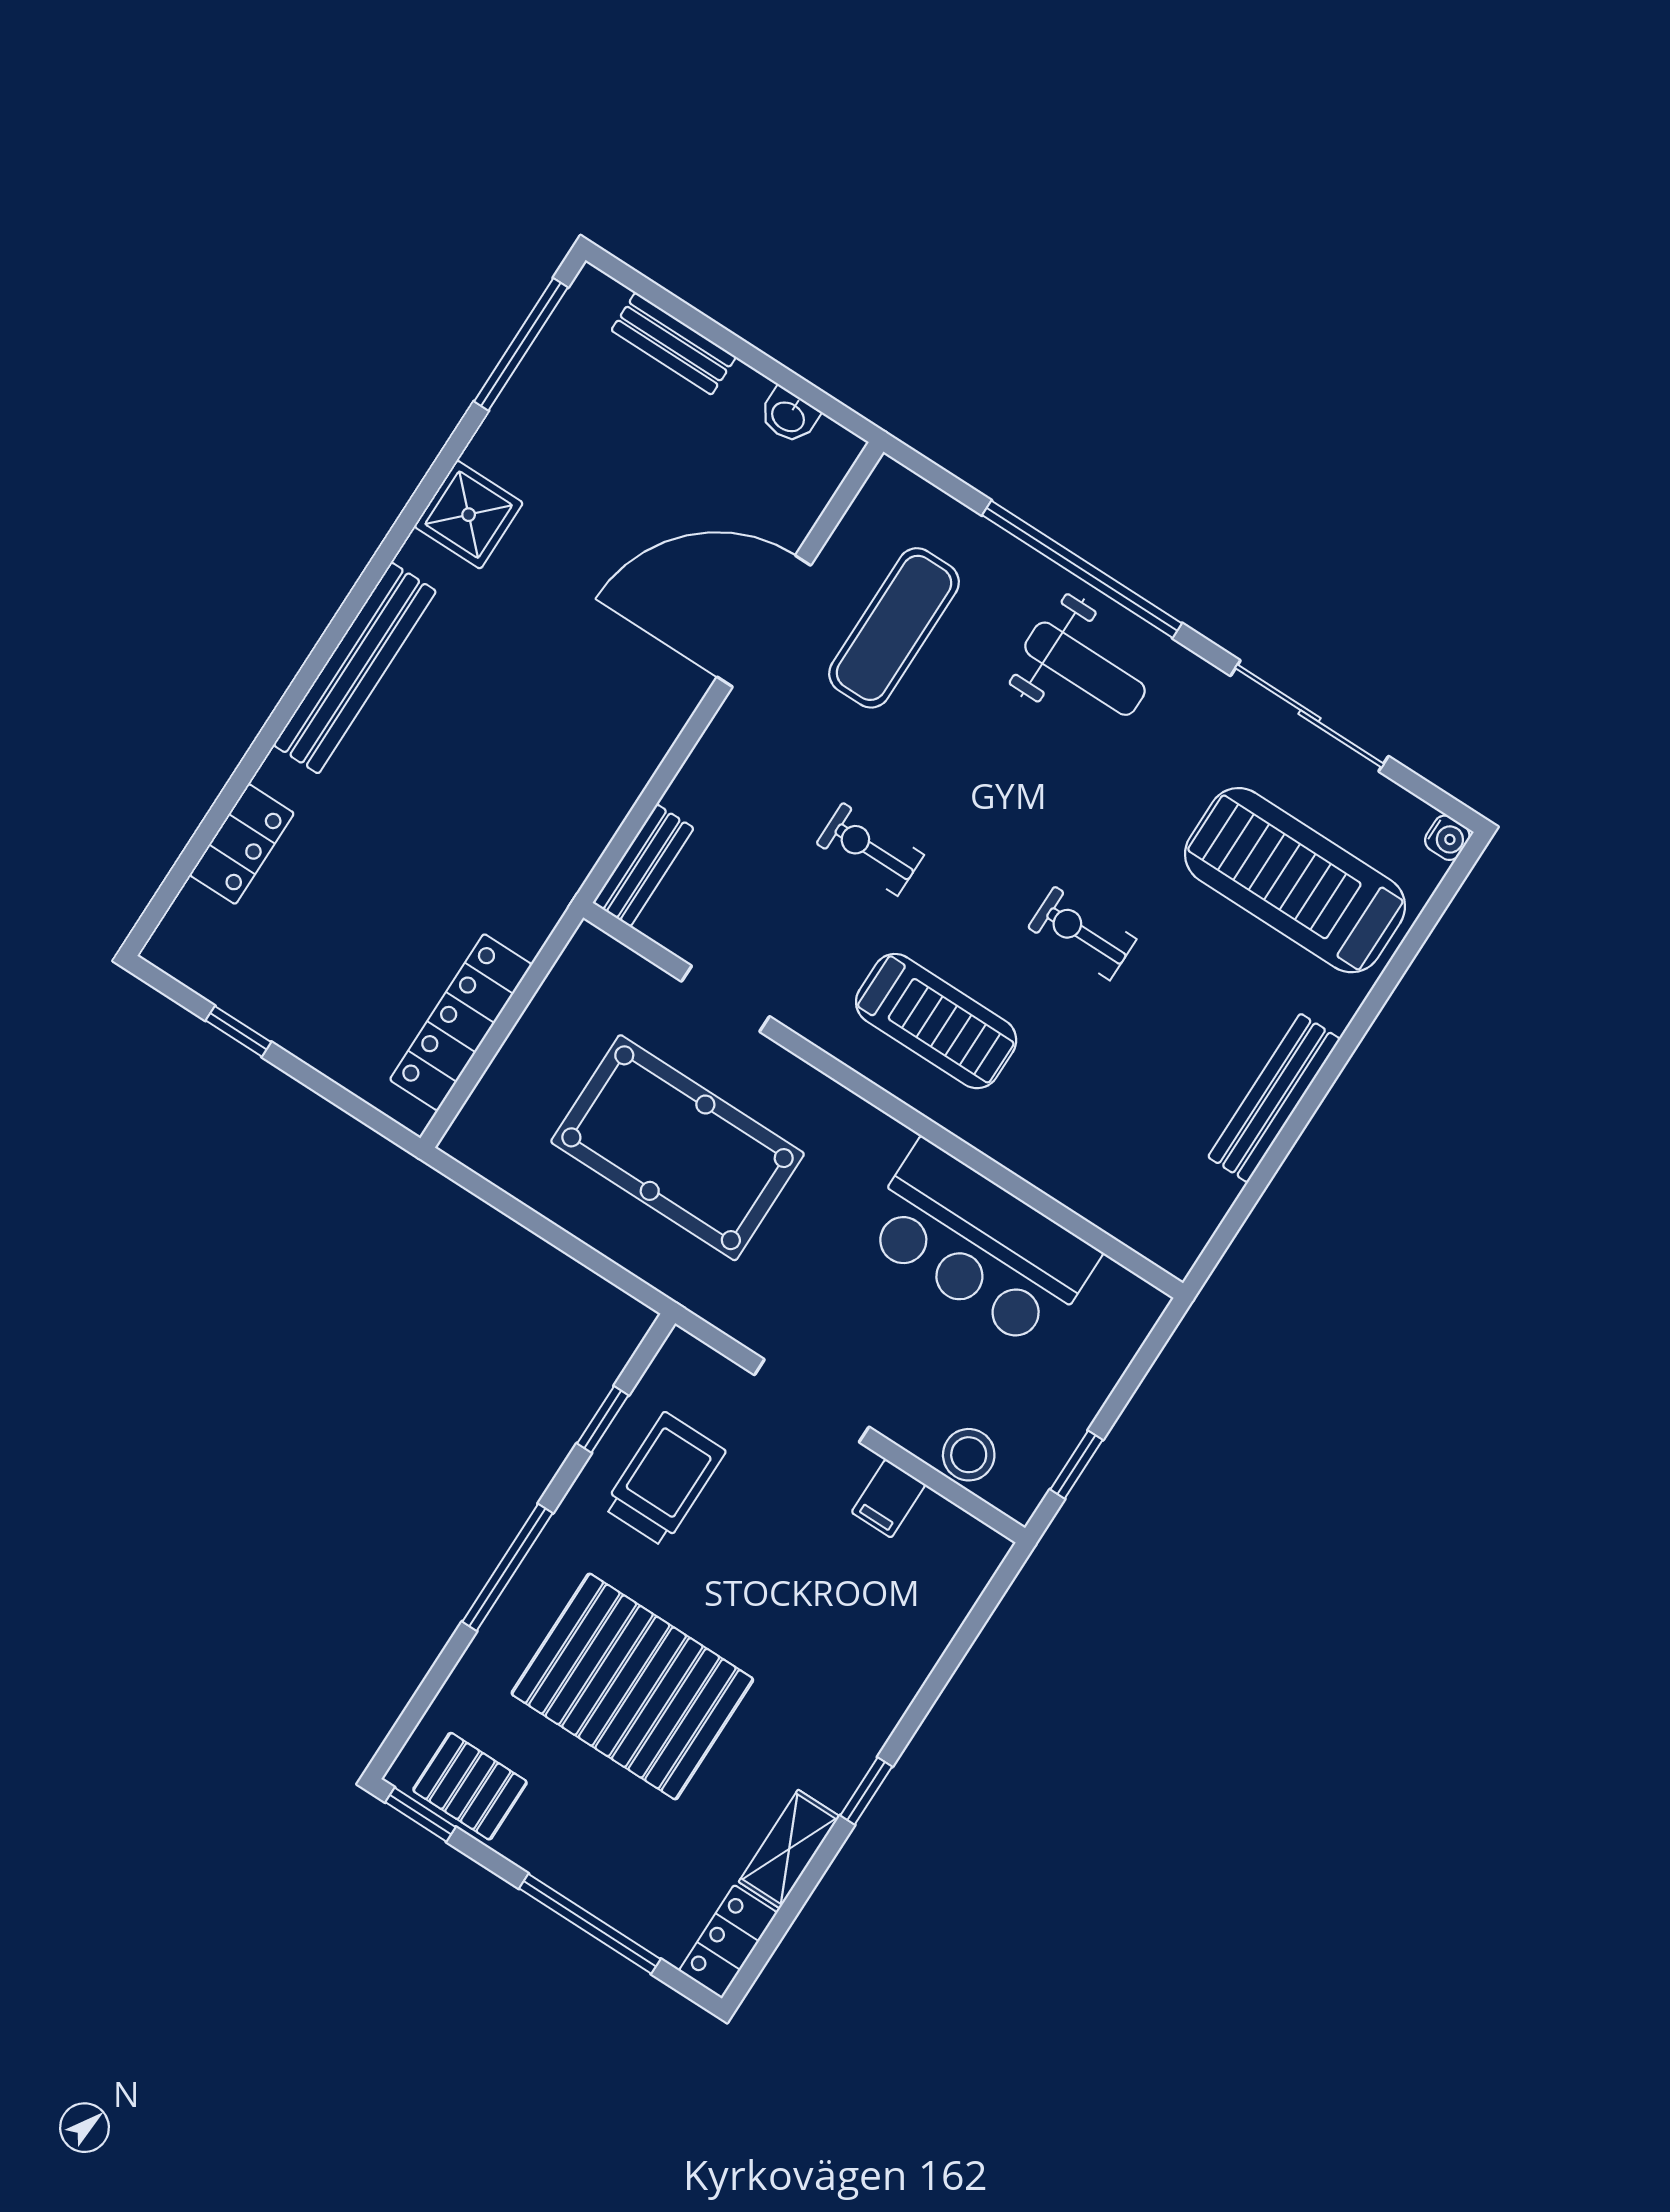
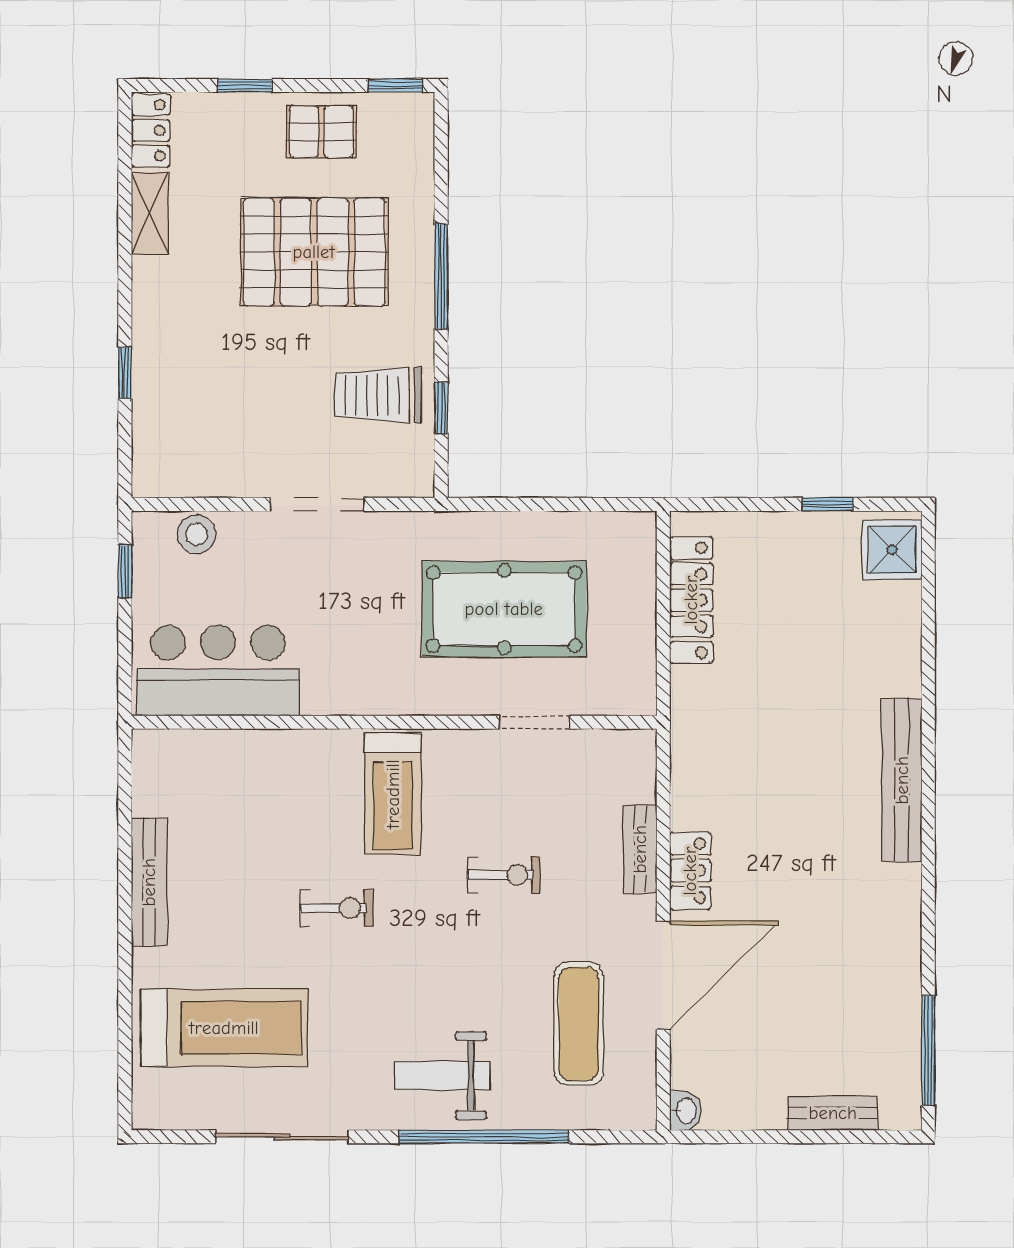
washbasin: (789, 416) -> (686, 1111), moved, turned 90
shower: (469, 515) -> (892, 550), moved
water cooler: (1447, 838) -> (146, 1116), removed
locker: (242, 844) -> (690, 871), moved, turned 180
bench: (643, 865) -> (640, 849), moved
treadmill: (936, 1021) -> (393, 794), turned -90
bar counter: (980, 1245) -> (218, 671), moved
trolley: (664, 1479) -> (378, 395), turned 90
filing cabinet: (888, 1498) -> (229, 474), removed
pallet: (470, 1786) -> (321, 132), moved
window: (866, 1791) -> (125, 373), moved
window: (590, 1924) -> (245, 86), width x0.46

